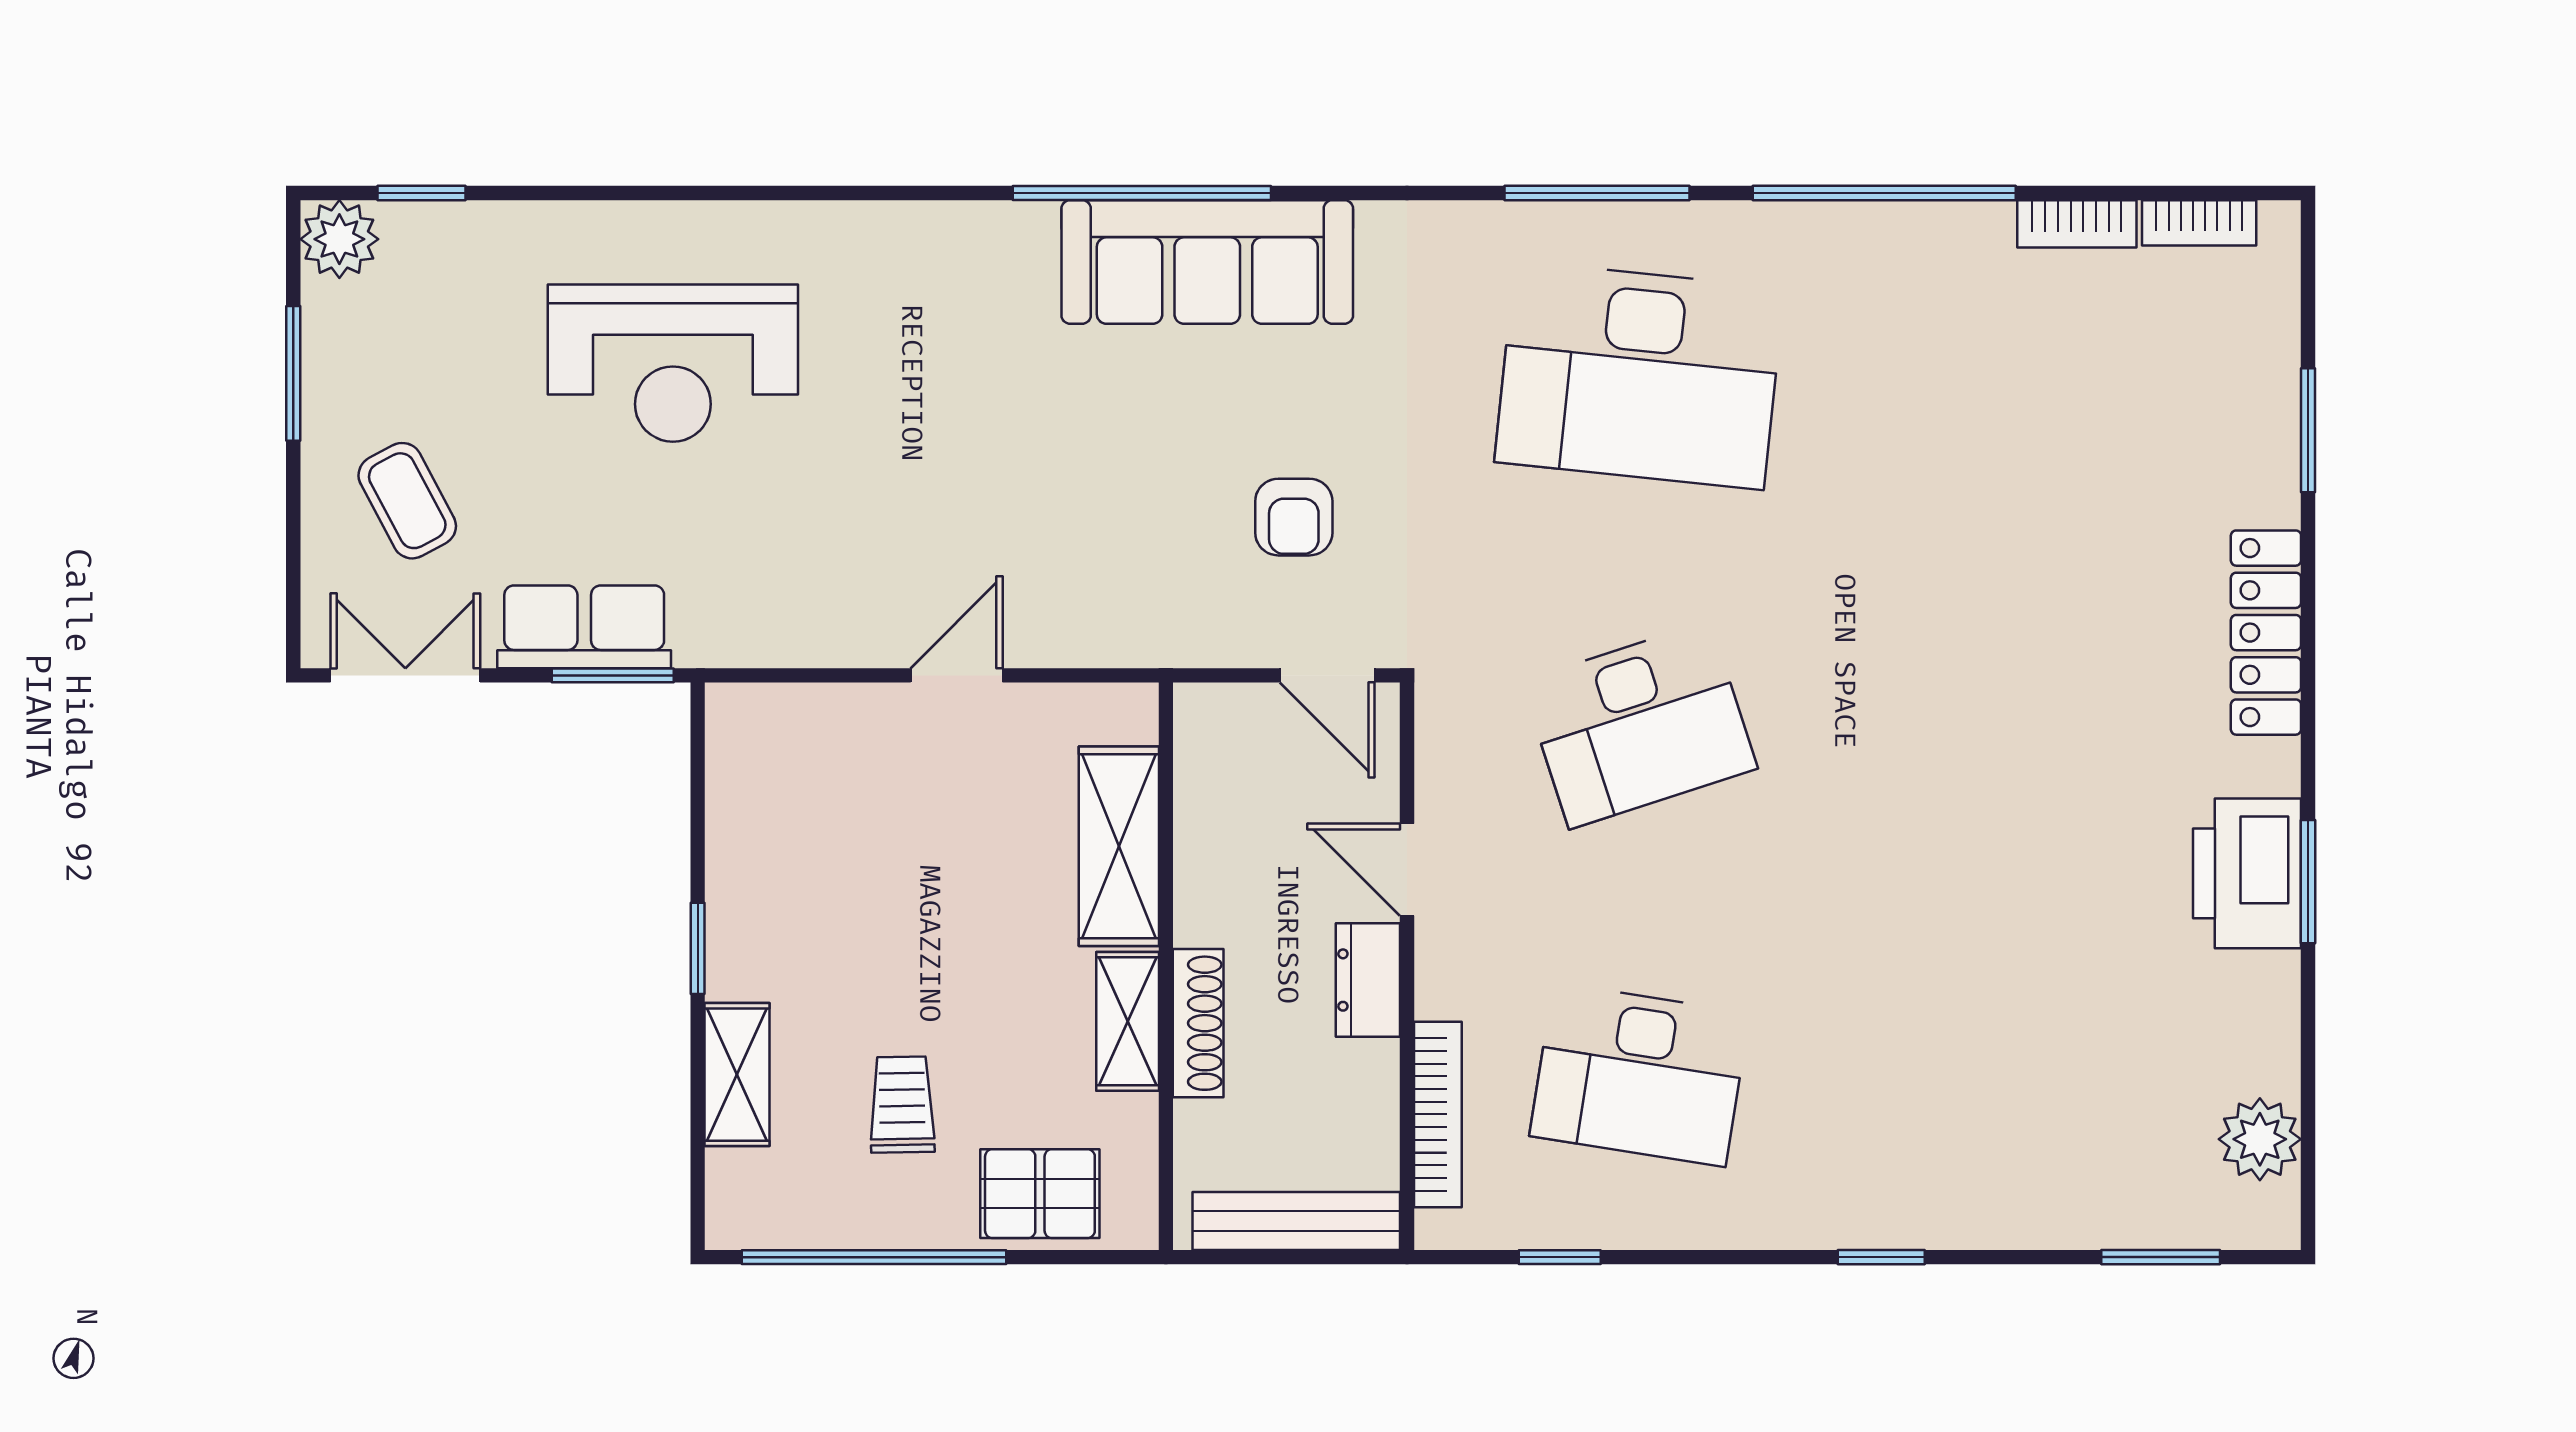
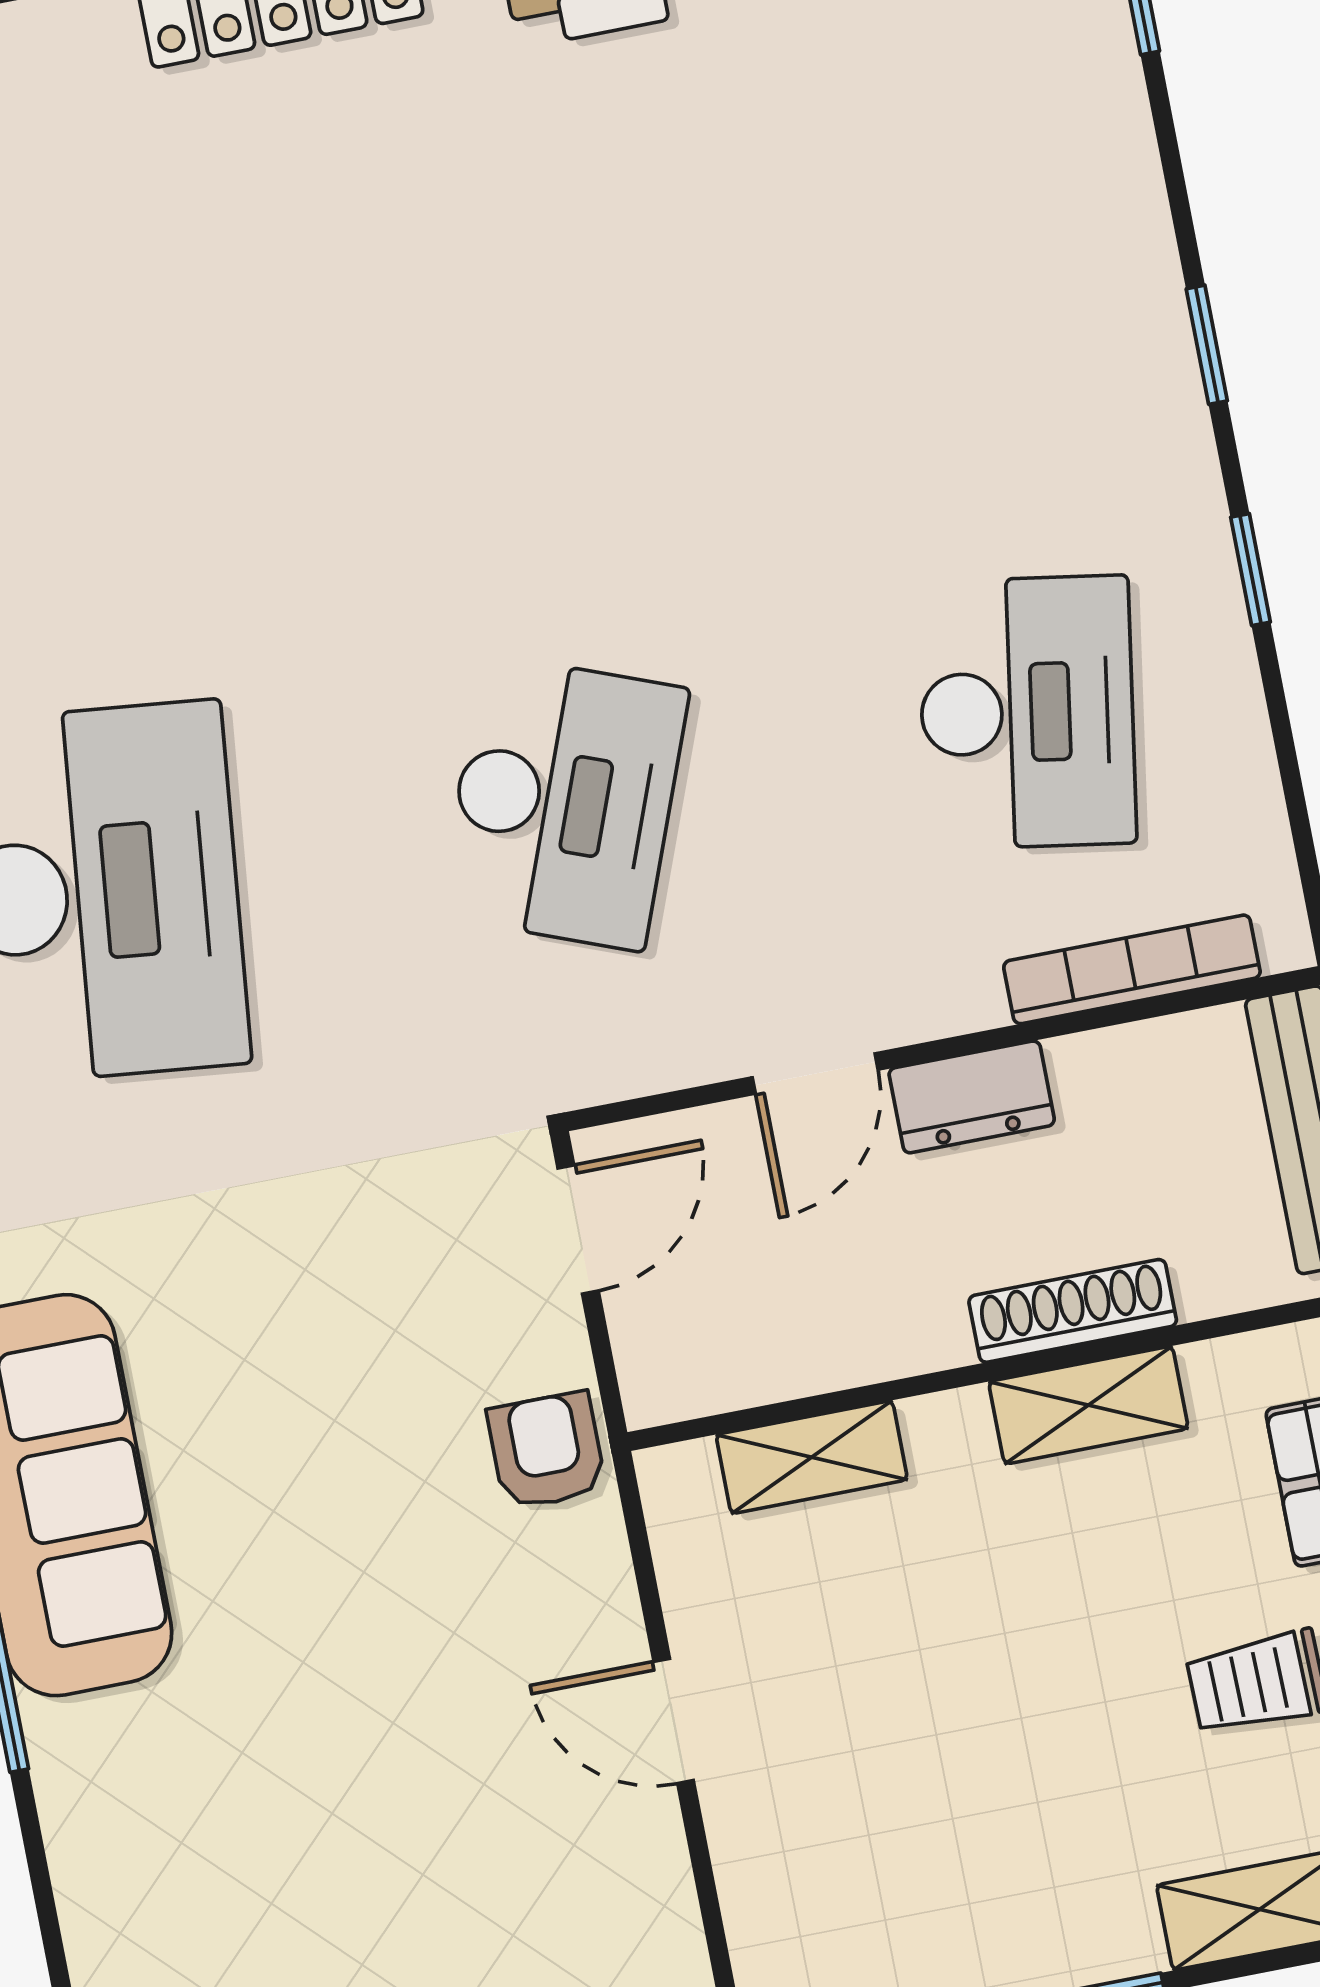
armchair: (1294, 517) -> (547, 1451), moved, turned -90
desk: (1640, 725) -> (563, 802), turned 39
shelving: (1119, 846) -> (812, 1457), width x0.67, depth x0.75
window: (1560, 1257) -> (1251, 570), moved

